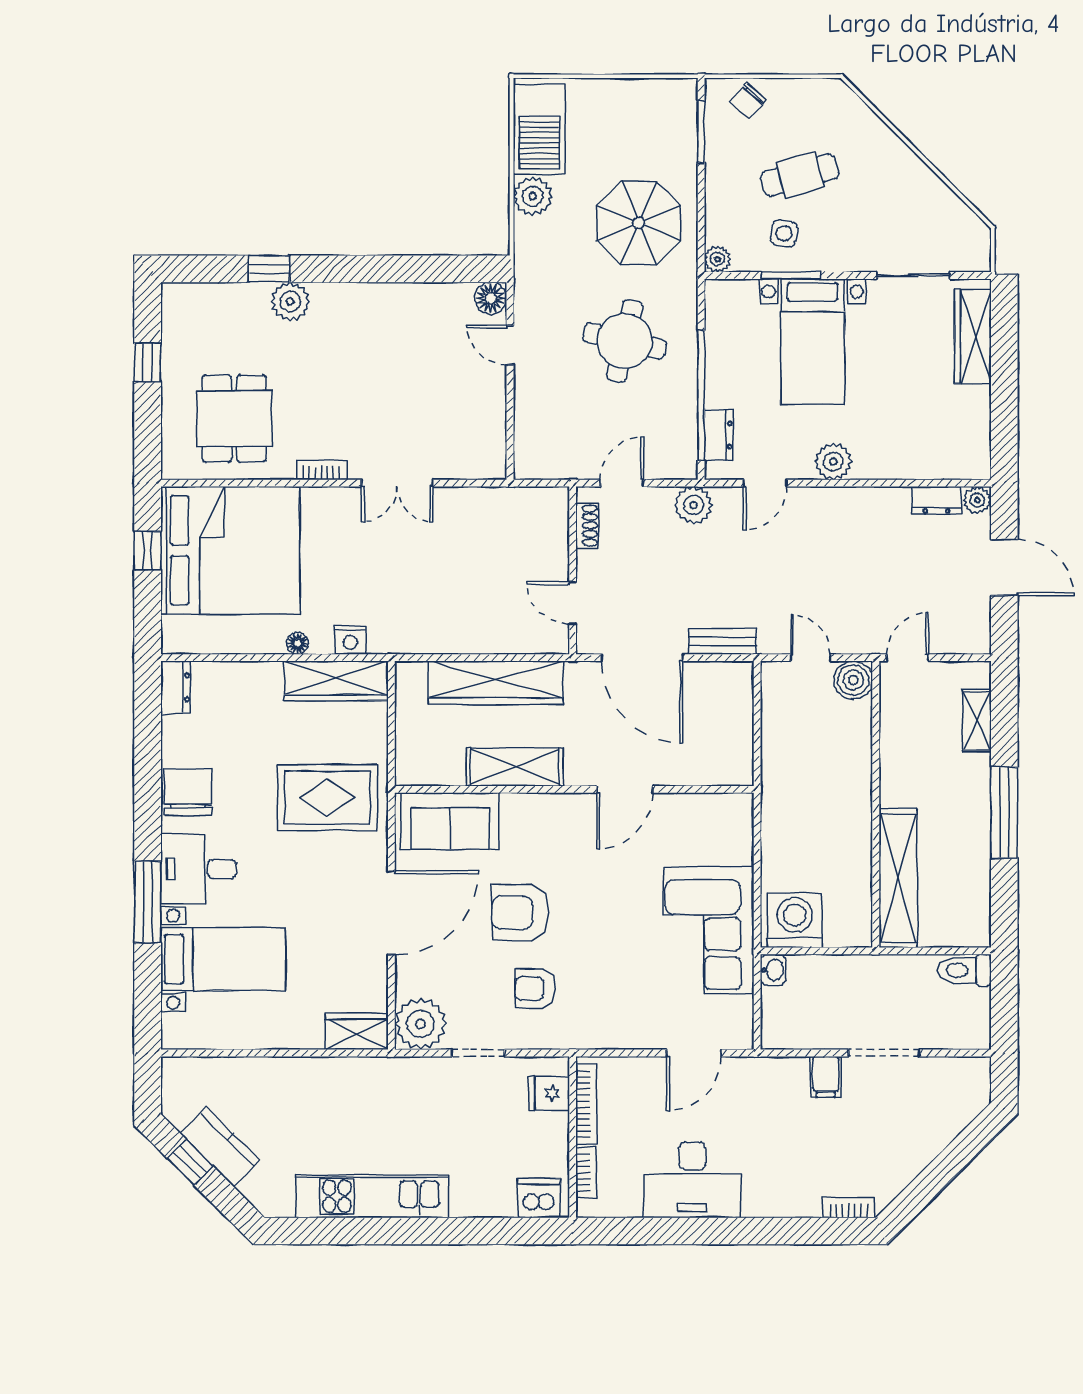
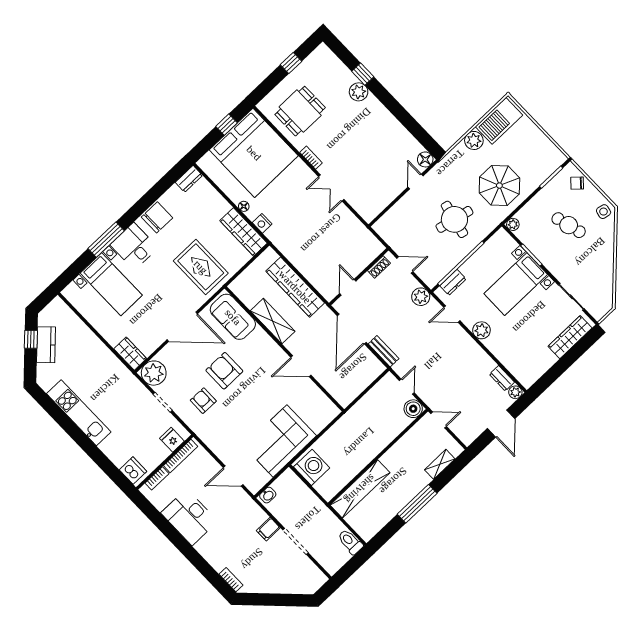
side table: (784, 234) -> (604, 212), moved
washbasin: (773, 970) -> (268, 495), moved

